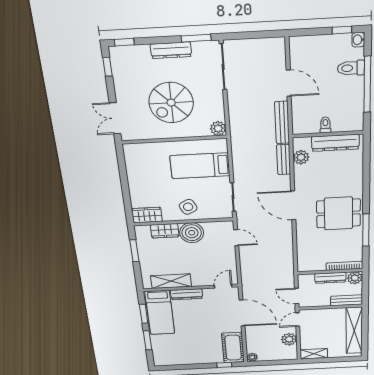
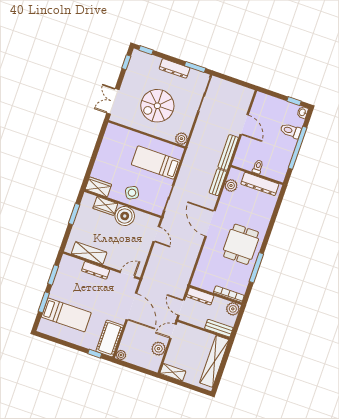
dining table: (338, 213) -> (241, 244), turned 90
dresser: (330, 278) -> (200, 296), moved
bed: (160, 313) -> (66, 315), moved, turned -90

